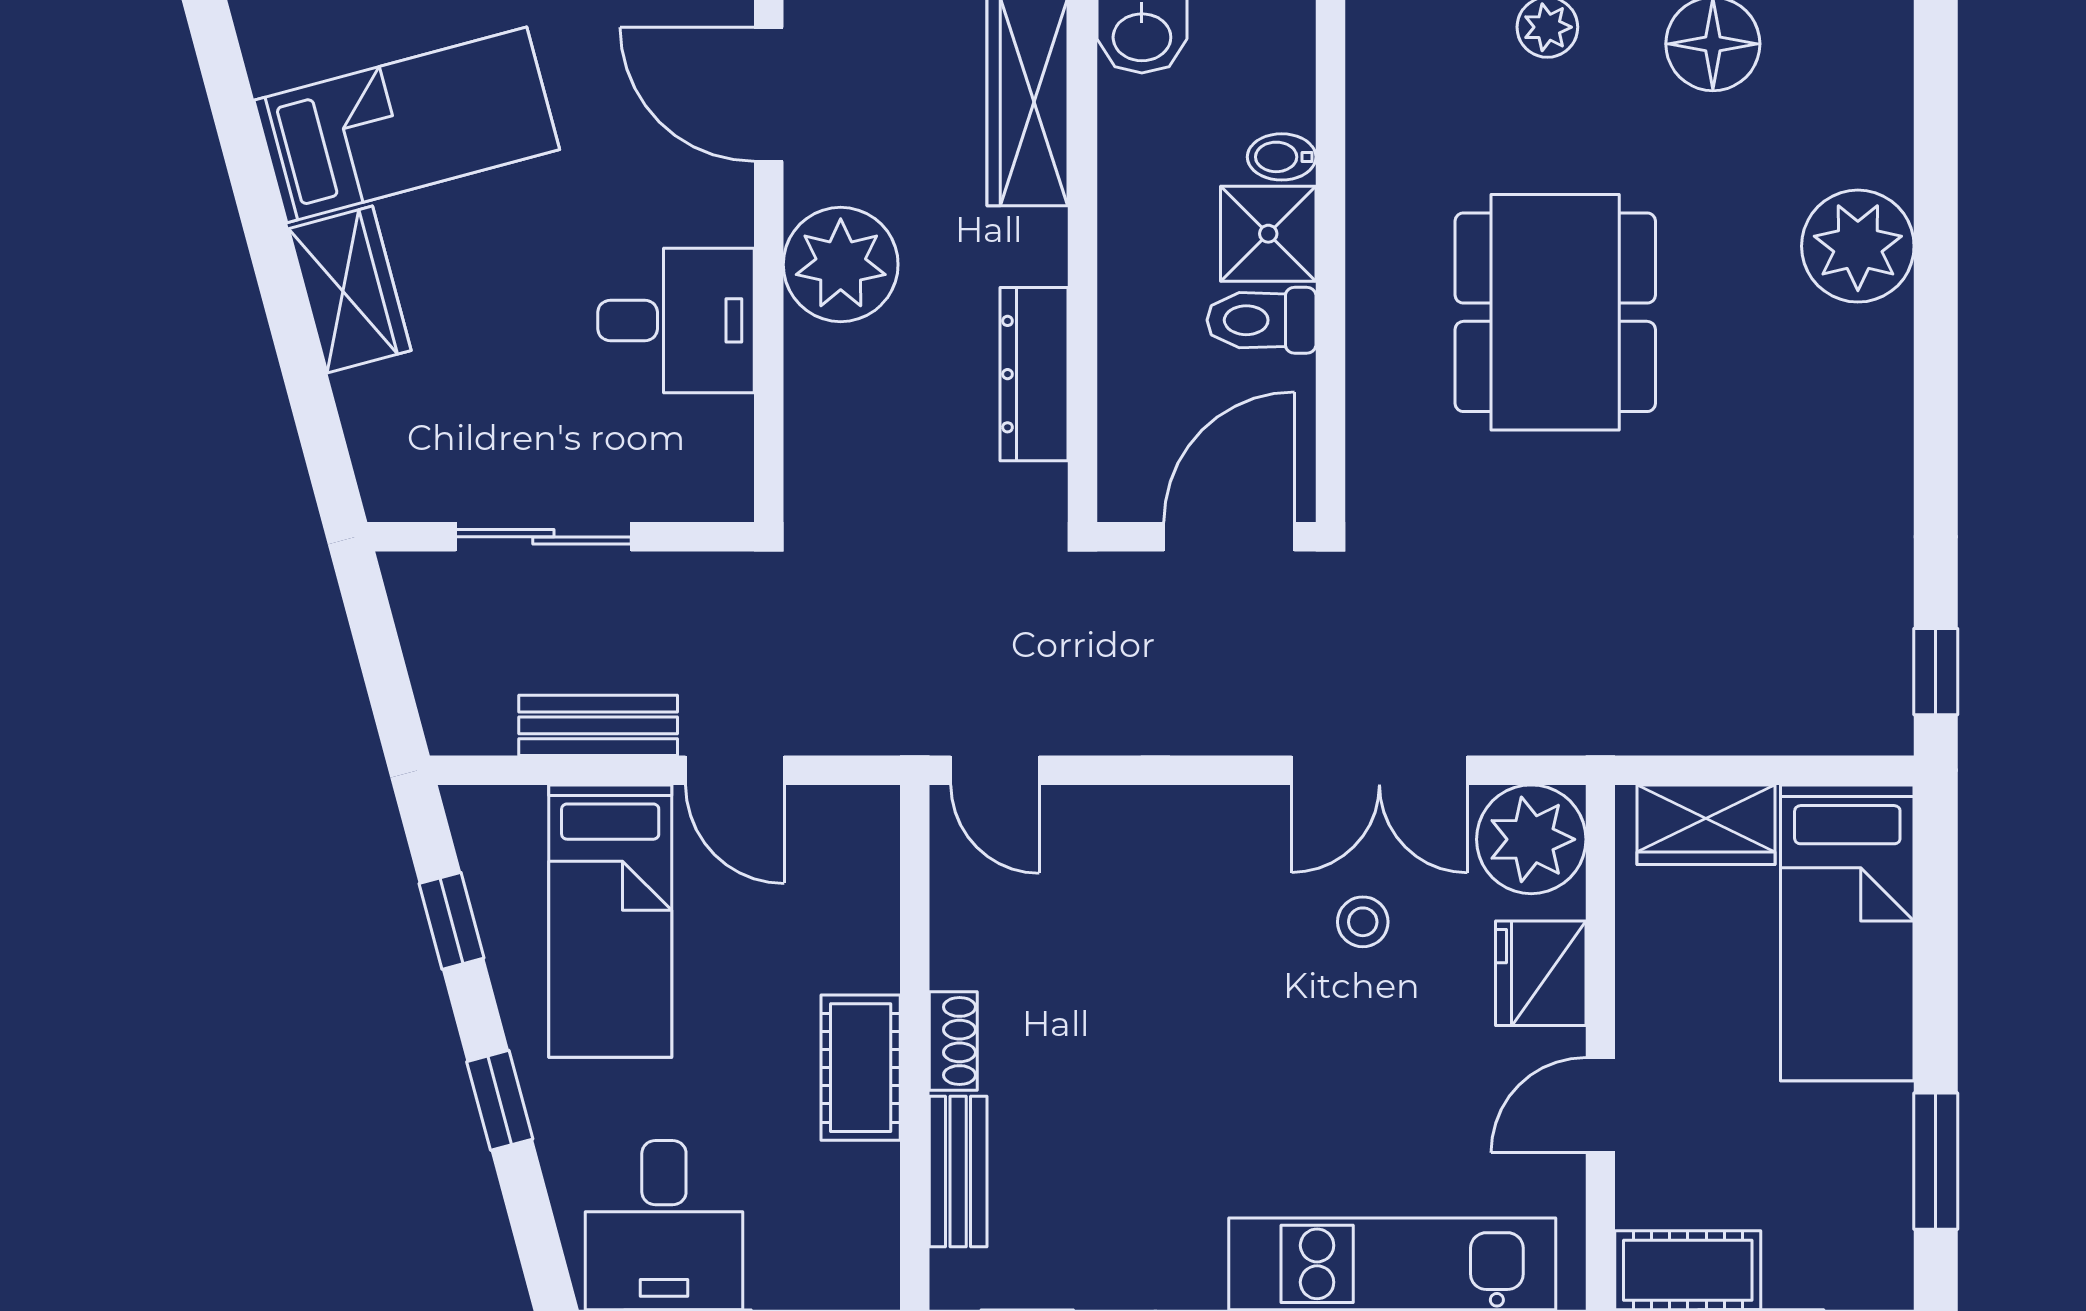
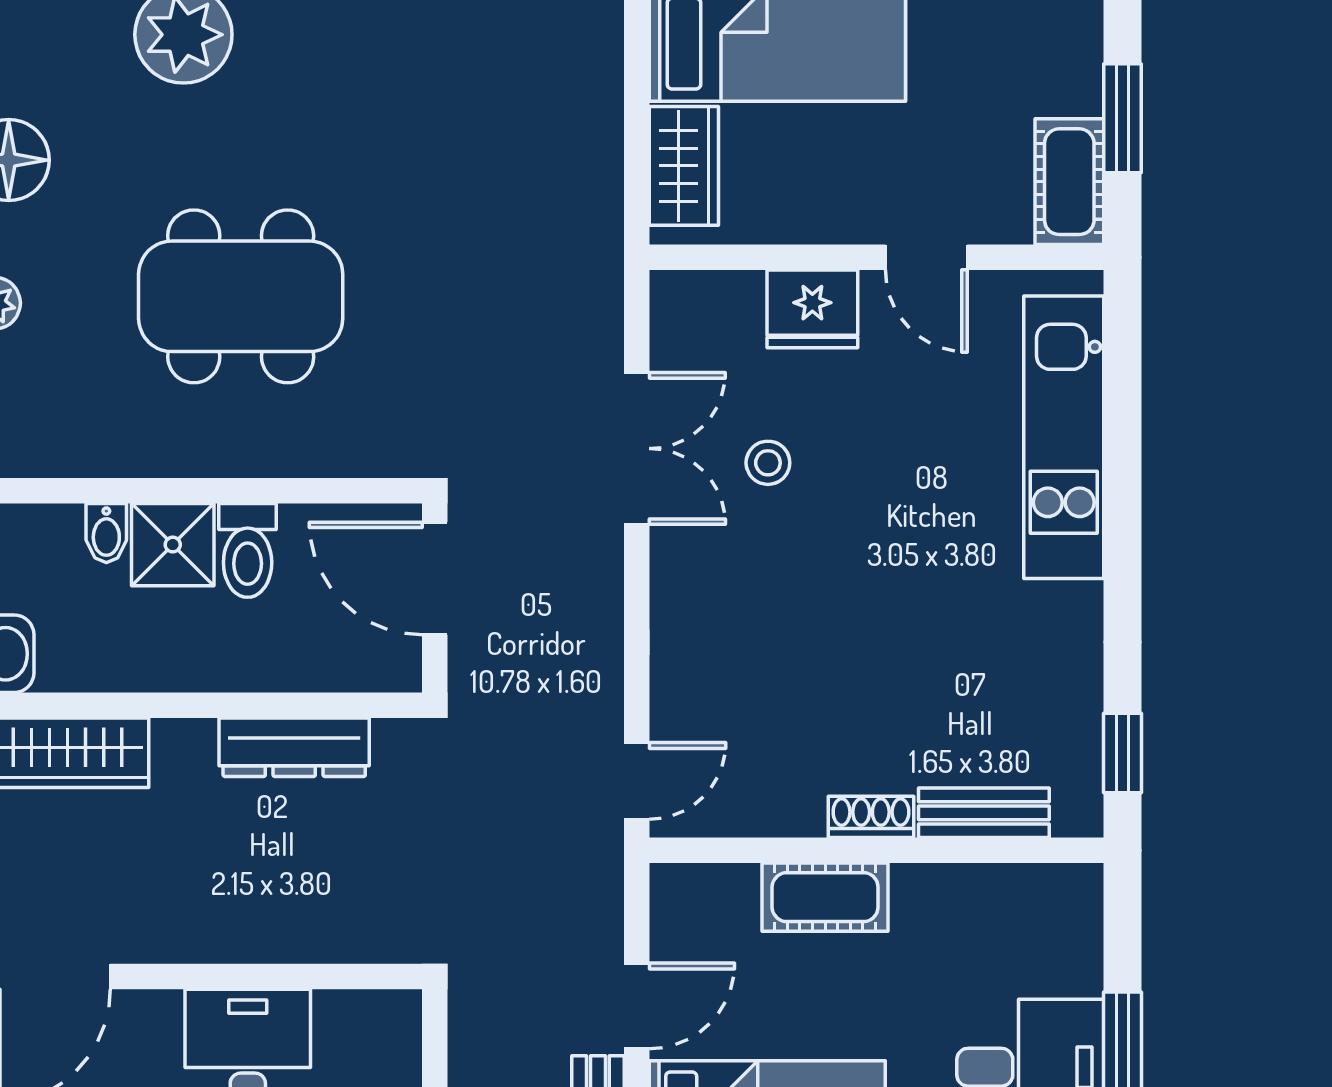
plant: (841, 264) -> (199, 914), removed
plant: (1531, 839) -> (697, 317), removed
cot: (861, 1068) -> (825, 897), moved

